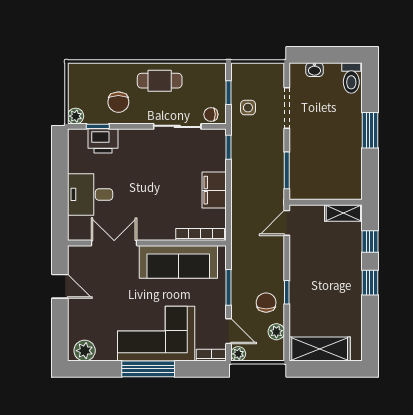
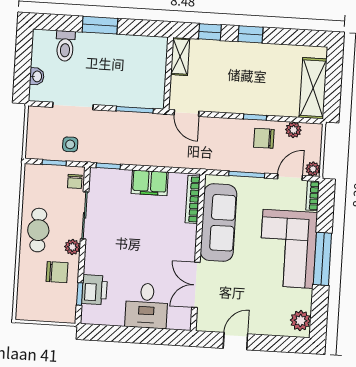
toilet: (351, 78) -> (65, 46), moved, turned 90
plant: (76, 116) -> (72, 247), moved

